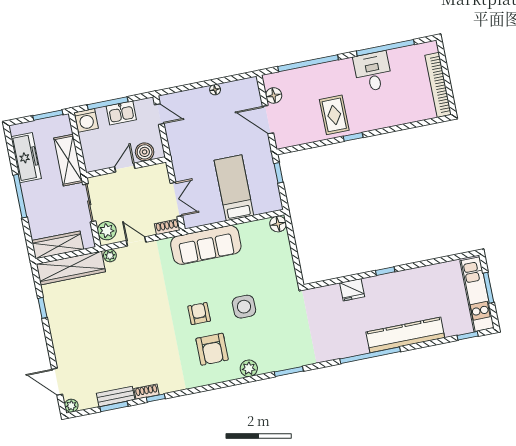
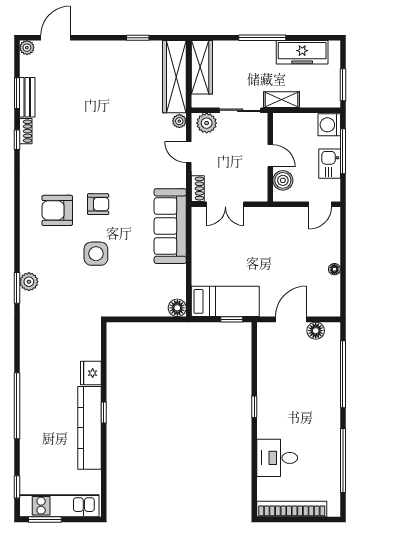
desk: (373, 72) -> (277, 458), moved, turned 180
rug: (334, 115) -> (282, 391), removed
shelving: (68, 160) -> (281, 100), width x0.67, depth x0.75
bed: (234, 188) -> (225, 301), moved
door: (136, 241) -> (189, 152), swing flipped
window: (489, 288) -> (45, 520), moved
kitchen counter: (405, 335) -> (89, 428), moved, turned 180
window: (370, 355) -> (17, 406), moved
plant: (249, 368) -> (29, 282), moved

